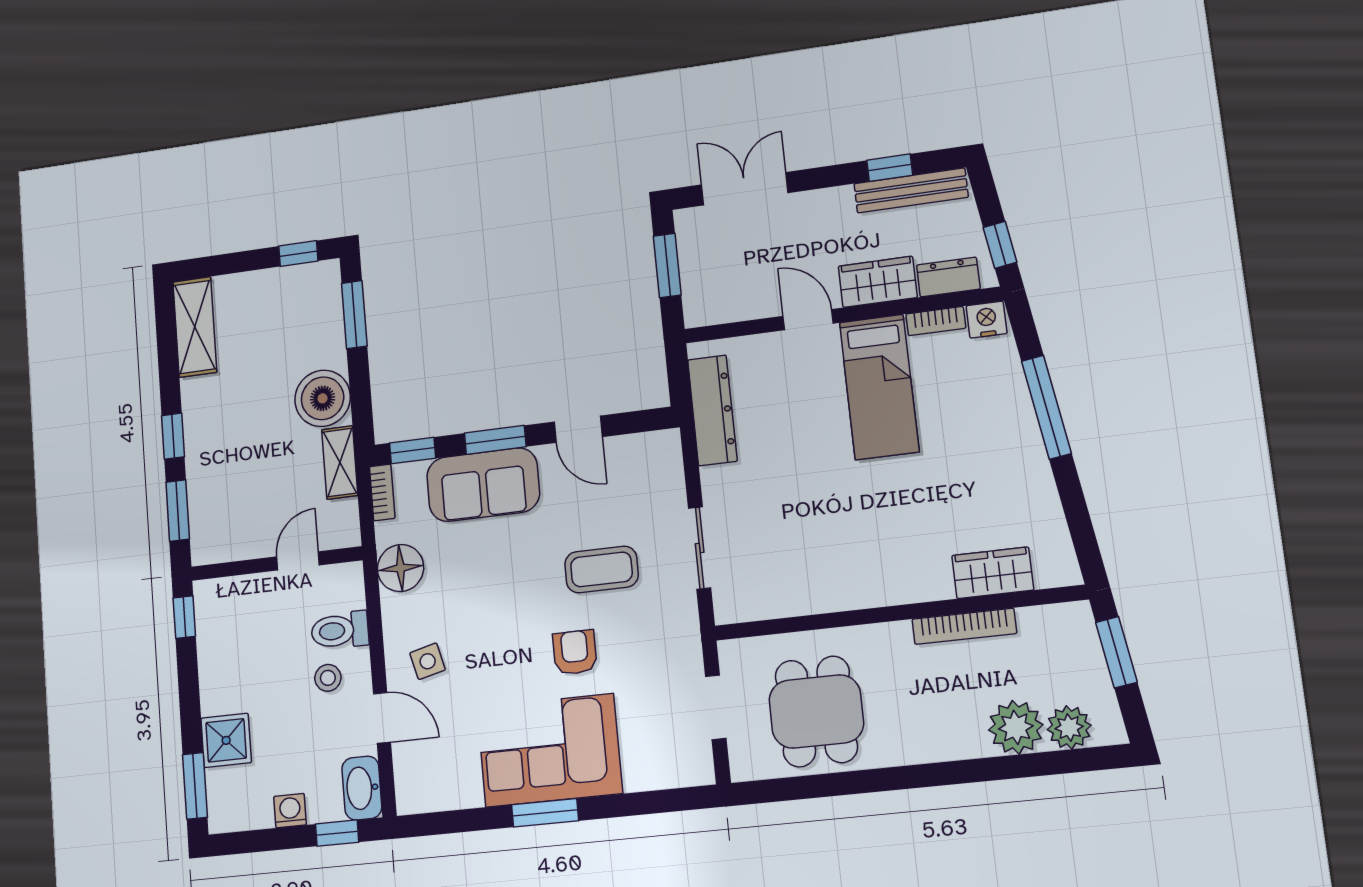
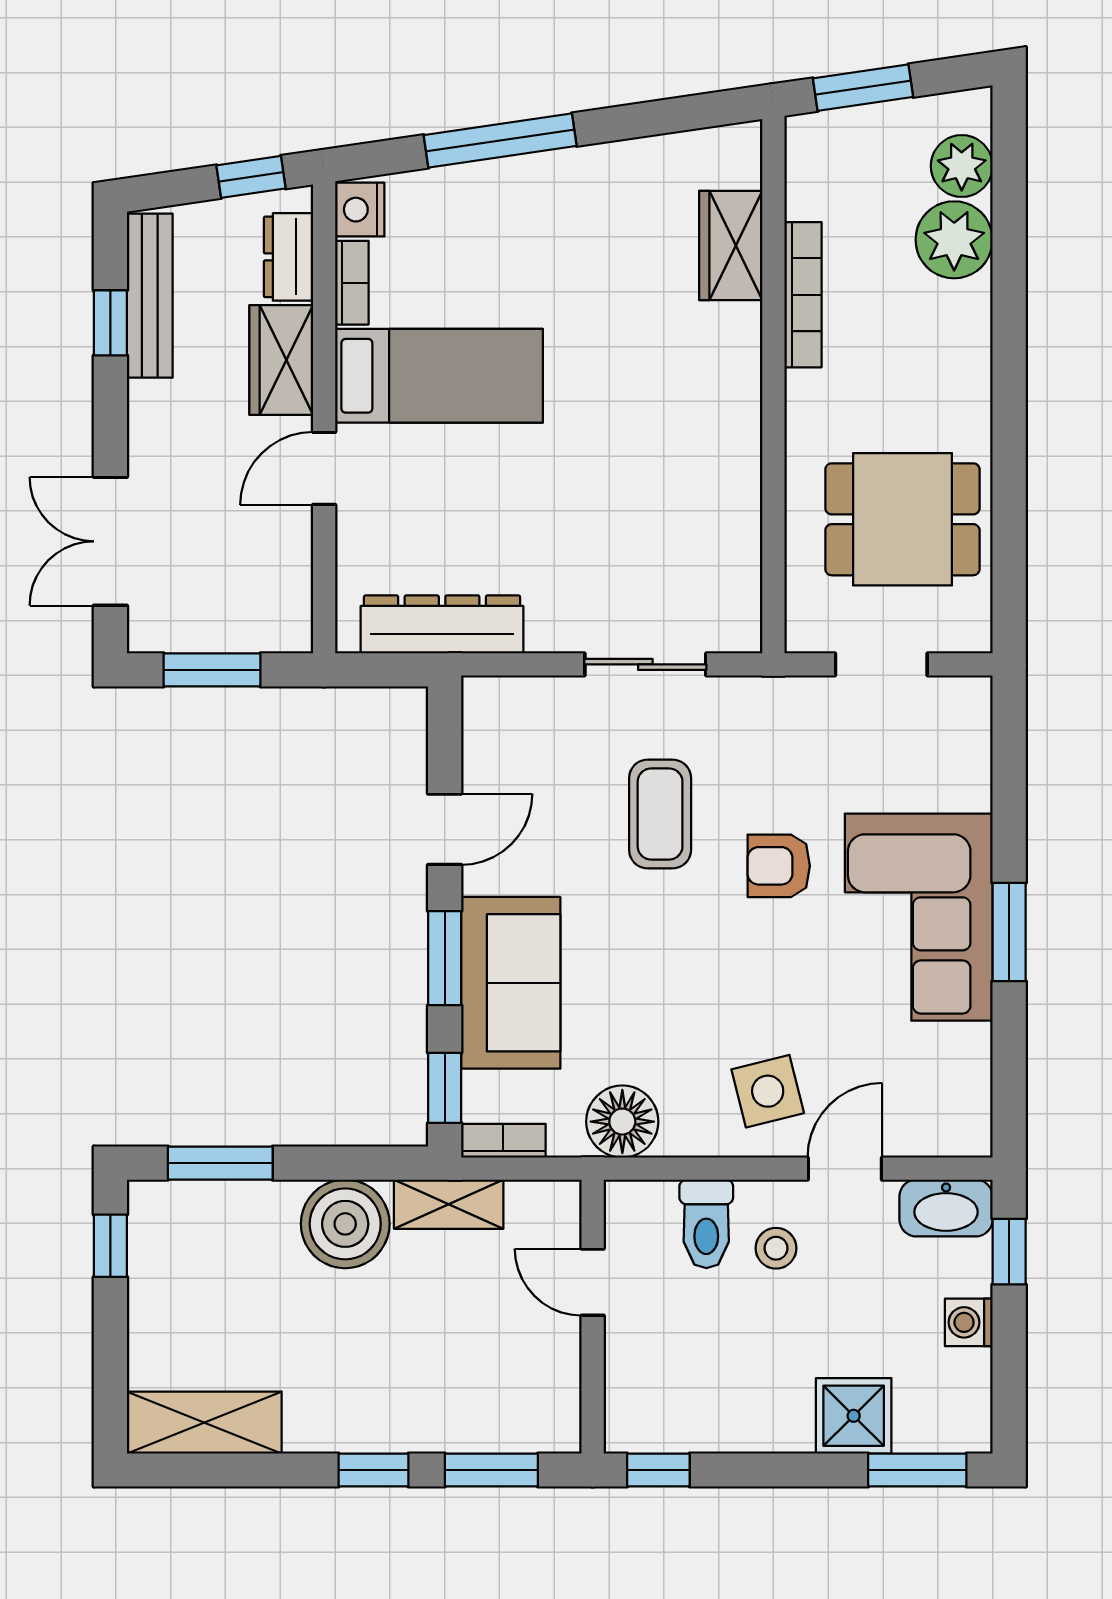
side table: (428, 661) -> (768, 1091), width x1.37, depth x1.37

